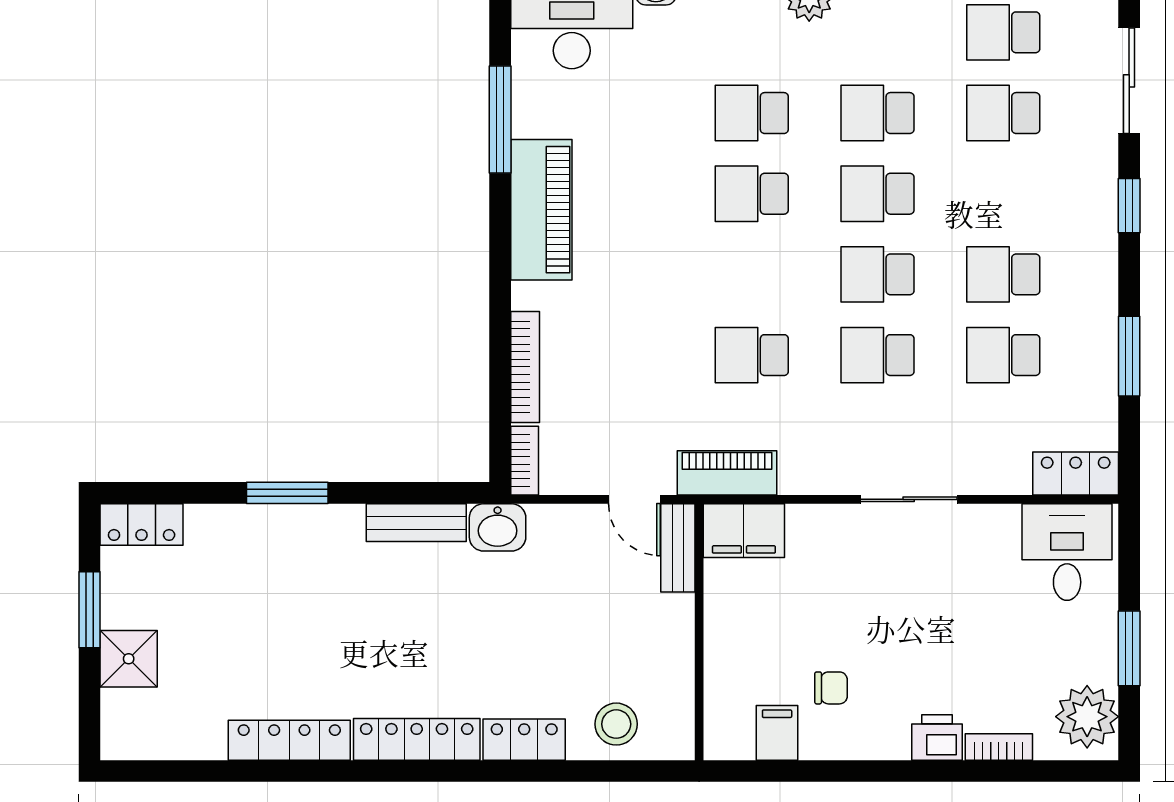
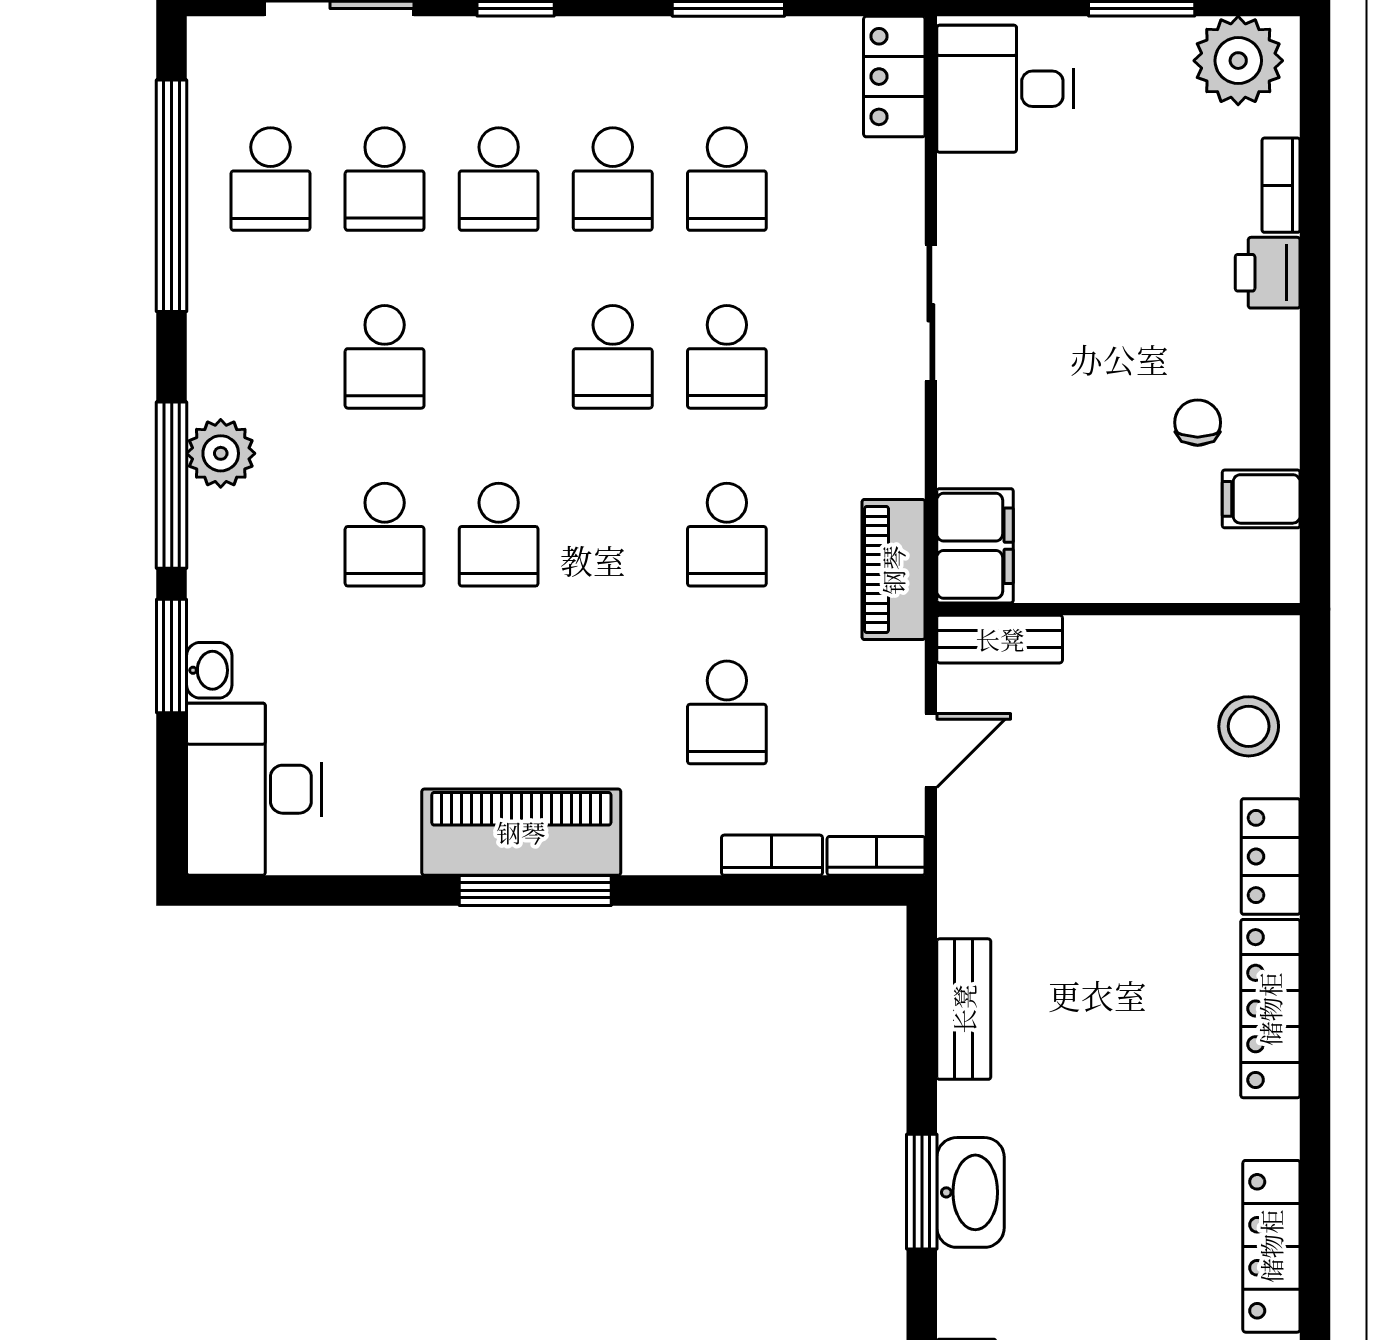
window: (500, 119) -> (535, 890), moved
school desk: (877, 194) -> (499, 179), moved
school desk: (626, 355) -> (727, 712), added
bookcase: (525, 367) -> (772, 855), width x0.64
door: (634, 499) -> (931, 750), moved
washbasin: (498, 527) -> (971, 1192), moved, width x1.38
locker: (289, 740) -> (1271, 1246), moved

